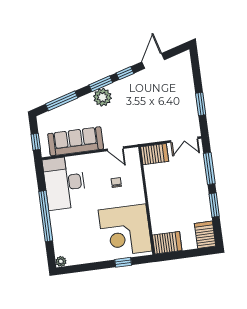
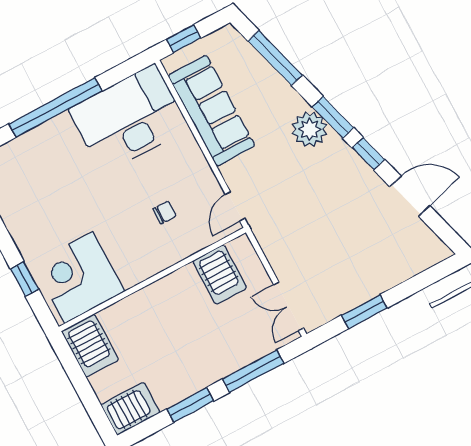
door: (115, 149) -> (235, 206), moved
server rack: (155, 154) -> (220, 274), moved
corner desk: (125, 231) -> (79, 278), width x0.74, depth x0.74

